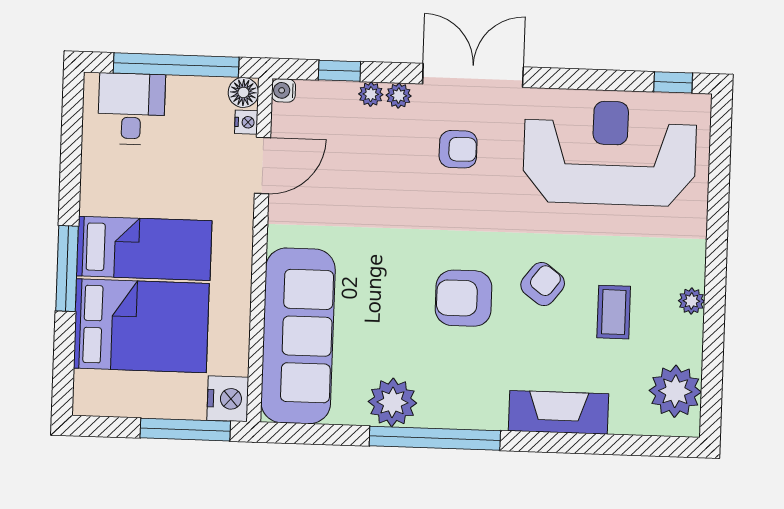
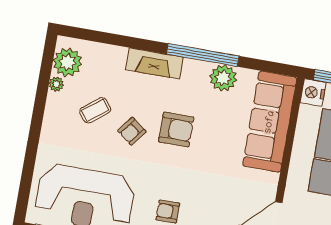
plant: (691, 301) -> (56, 84), moved
coffee table: (614, 312) -> (95, 110), turned 52
fireplace: (558, 412) -> (154, 63), moved

